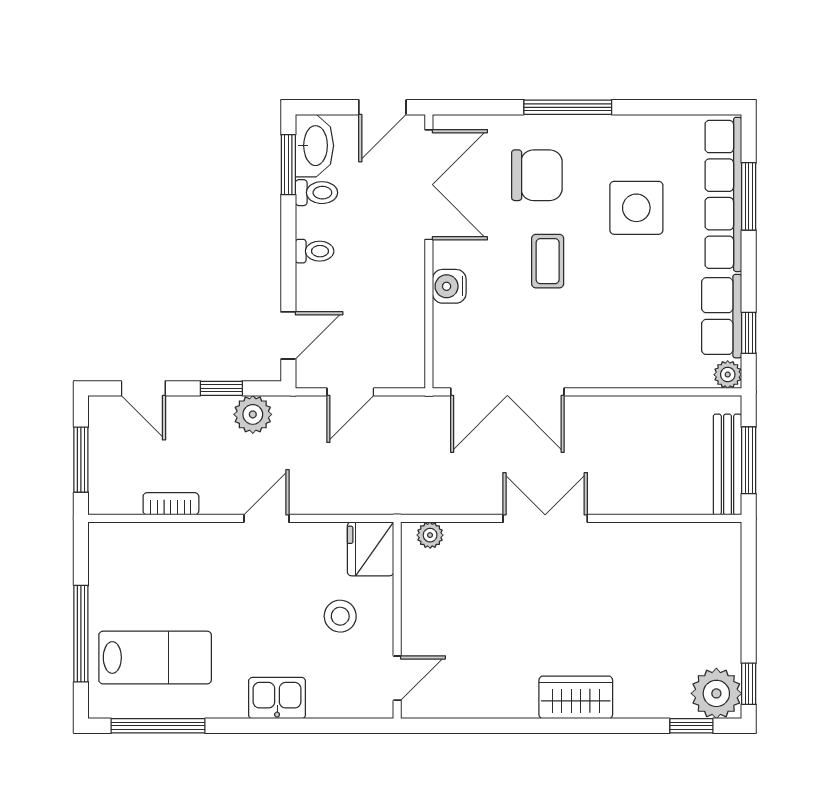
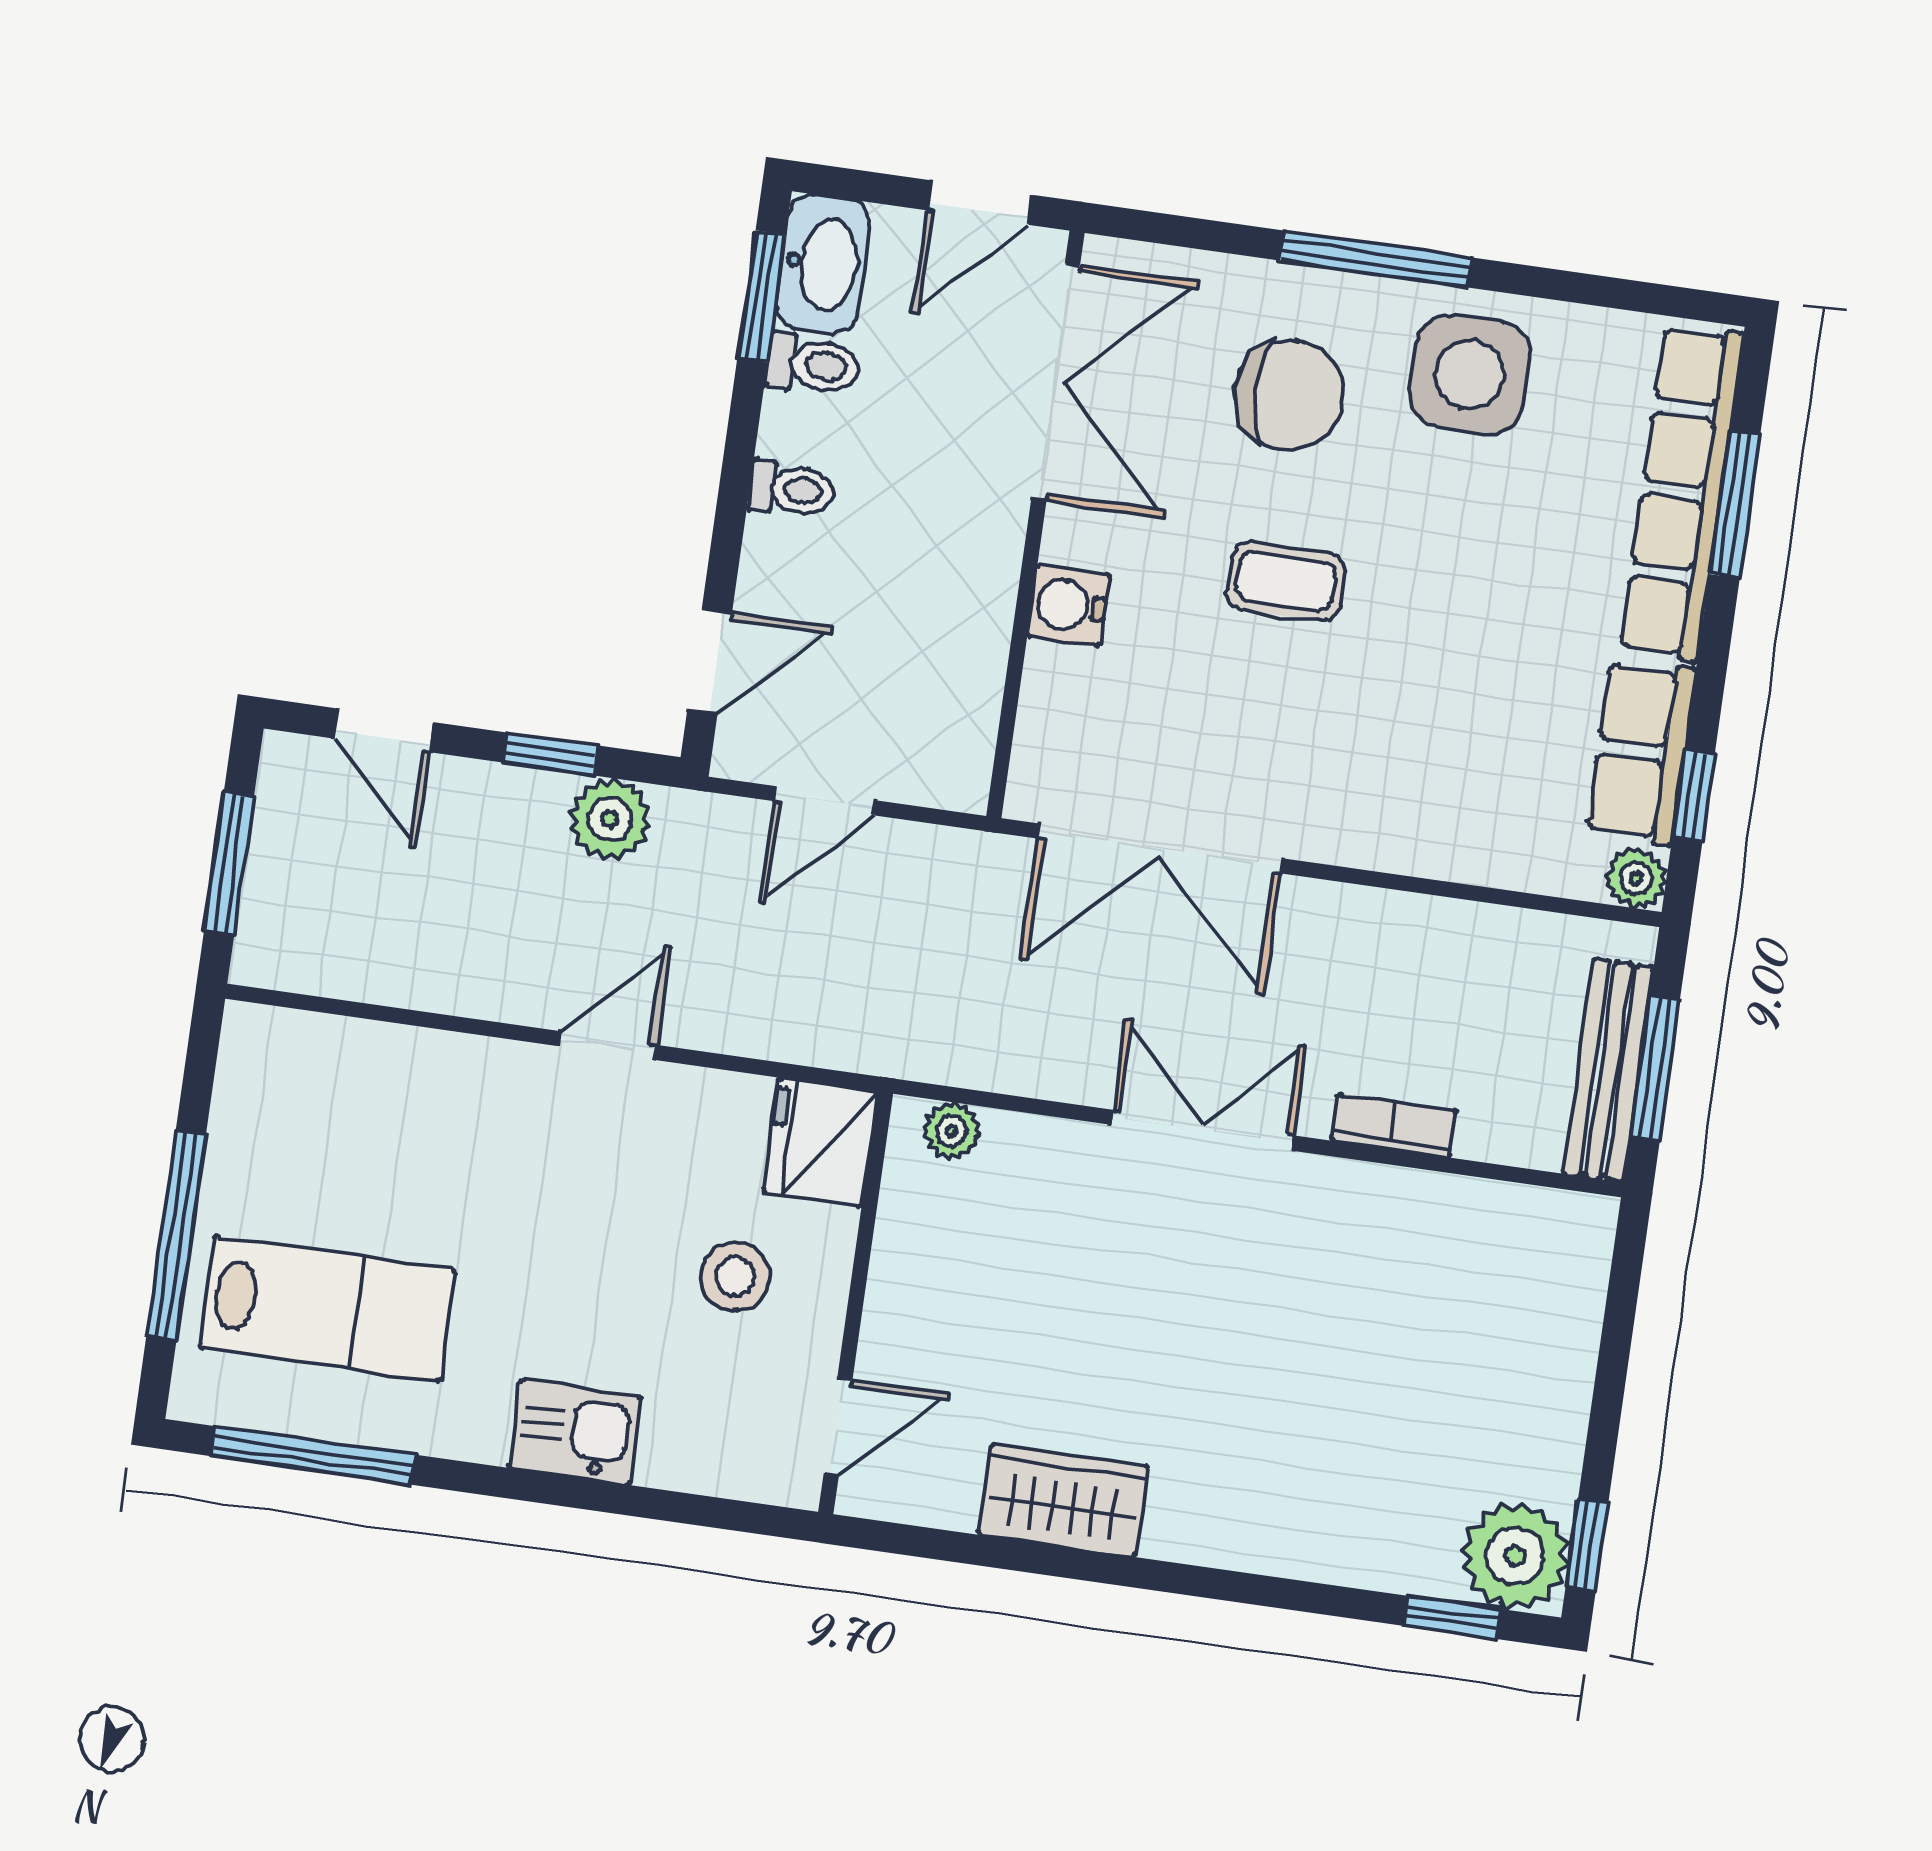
side table: (636, 208) -> (1470, 374), moved
coffee table: (548, 261) -> (1286, 581), turned 90
bookcase: (171, 504) -> (1394, 1125), moved
wardrobe: (576, 697) -> (1063, 1500), moved

